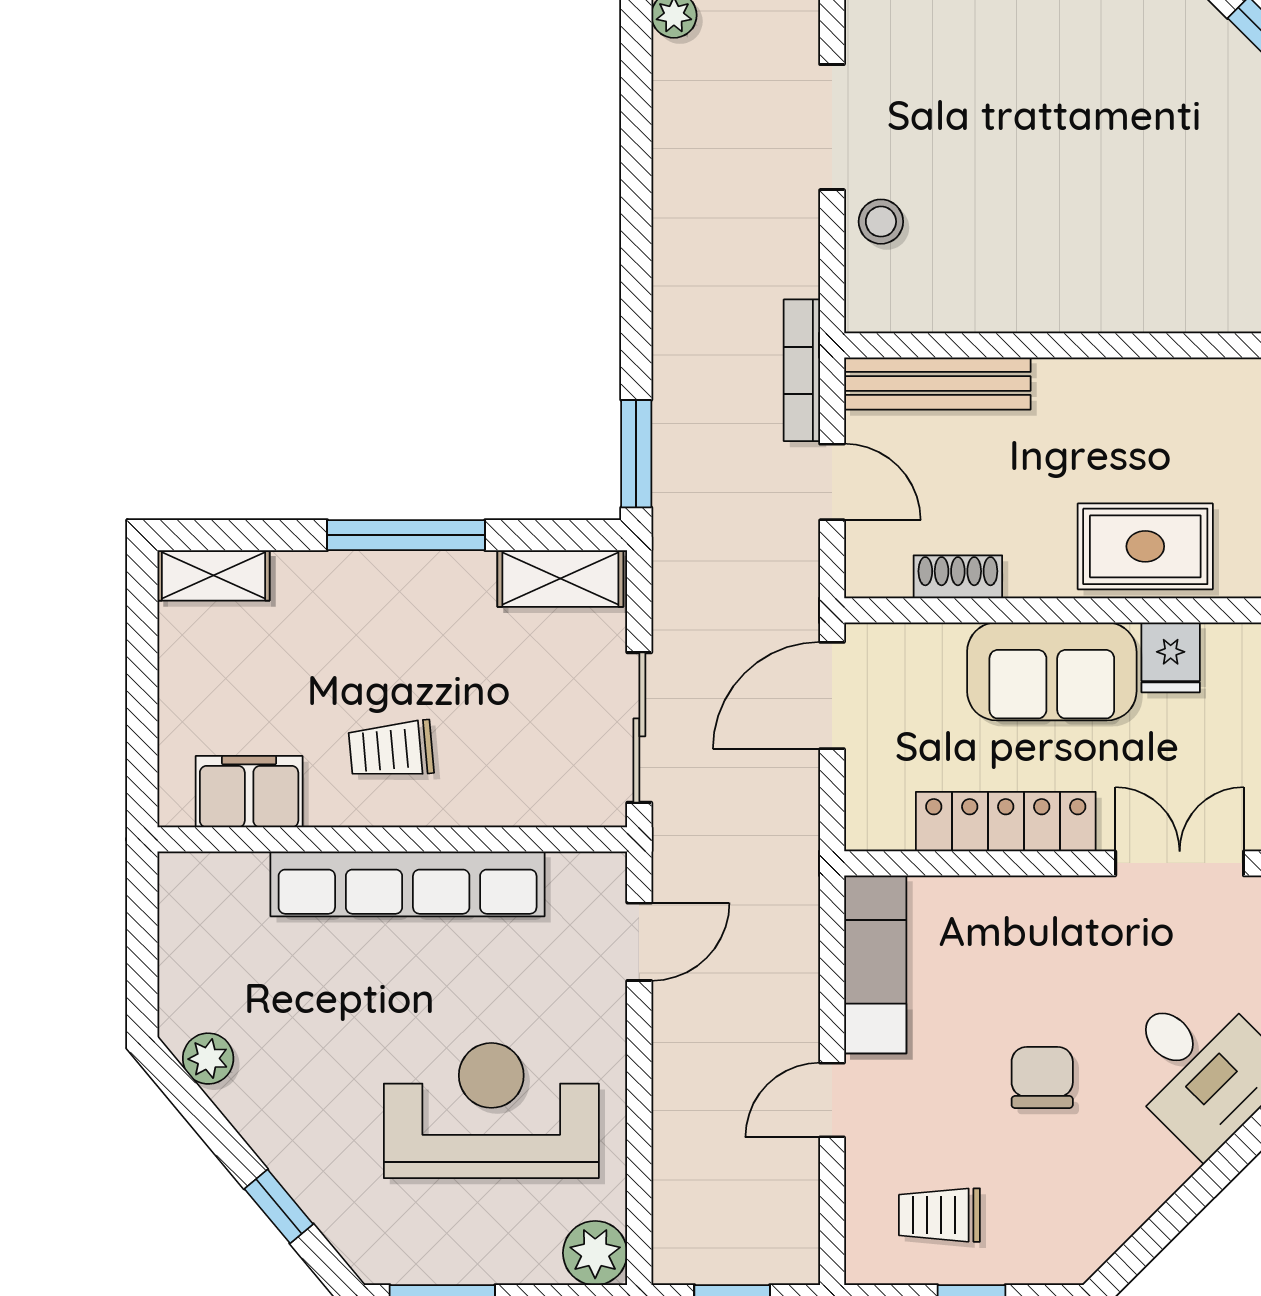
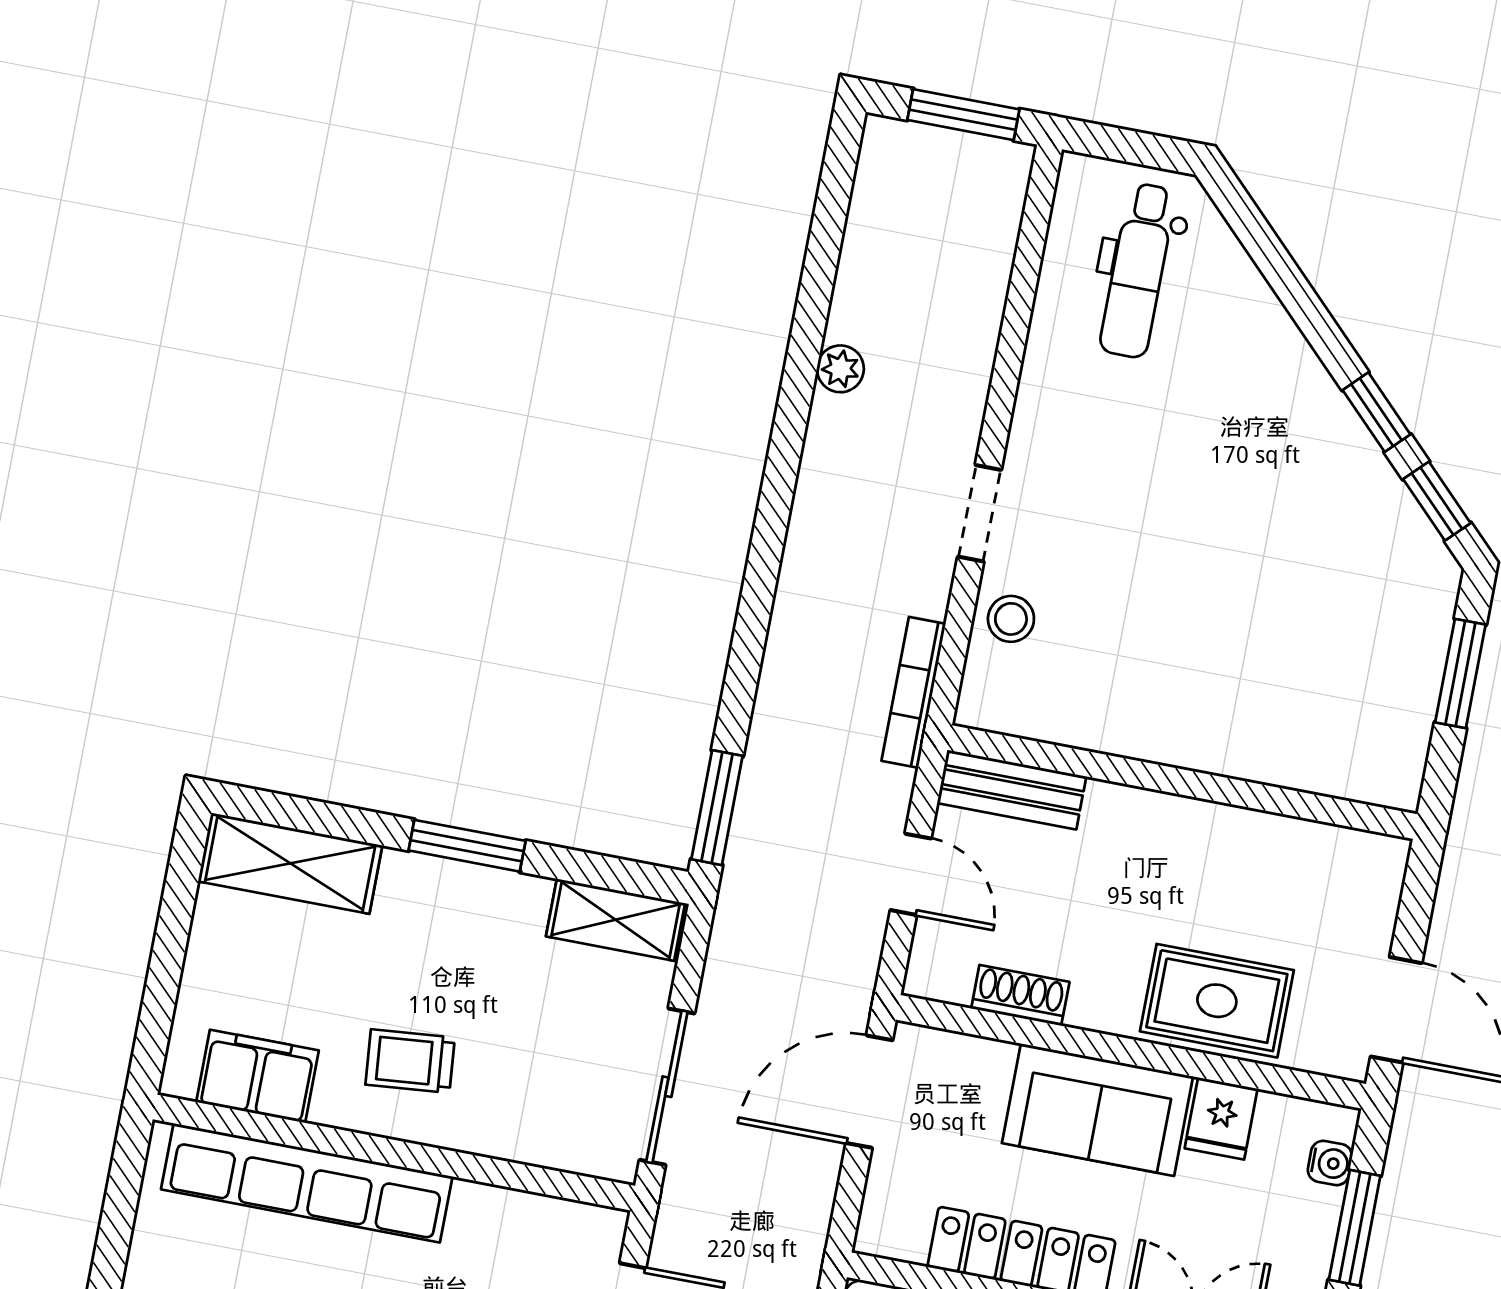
doorway: (832, 127) -> (980, 513), width x0.73
bookcase: (802, 370) -> (914, 692), moved
bench: (937, 383) -> (1012, 790), width x0.73
window: (406, 535) -> (467, 846), width x0.69
shelving: (213, 575) -> (290, 863), width x1.50, depth x1.33
row of seats: (408, 884) -> (307, 1183), moved

